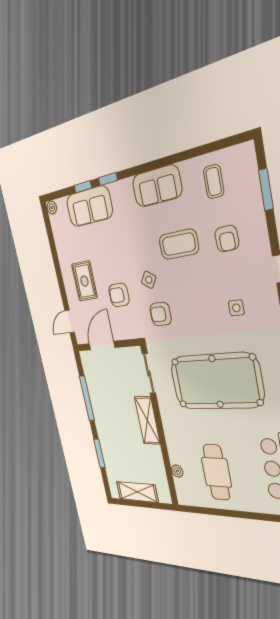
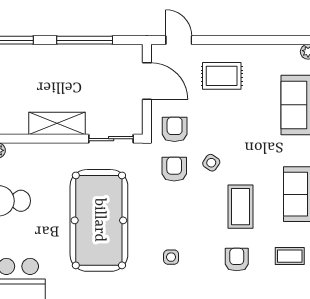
armchair: (227, 239) -> (237, 260), turned 92
armchair: (119, 295) -> (175, 129), moved

